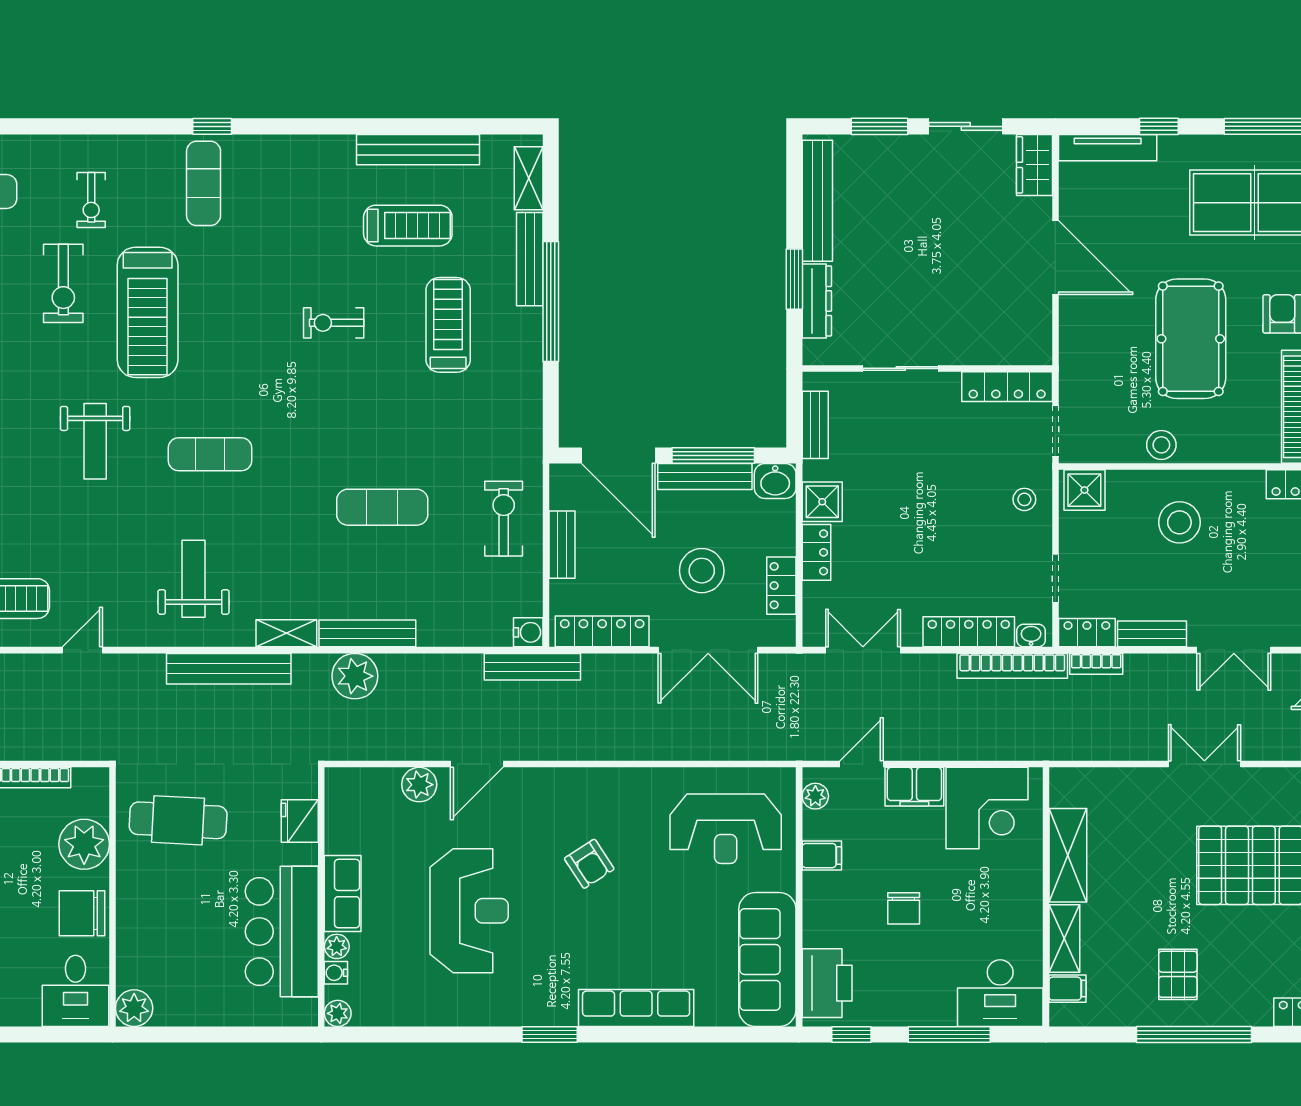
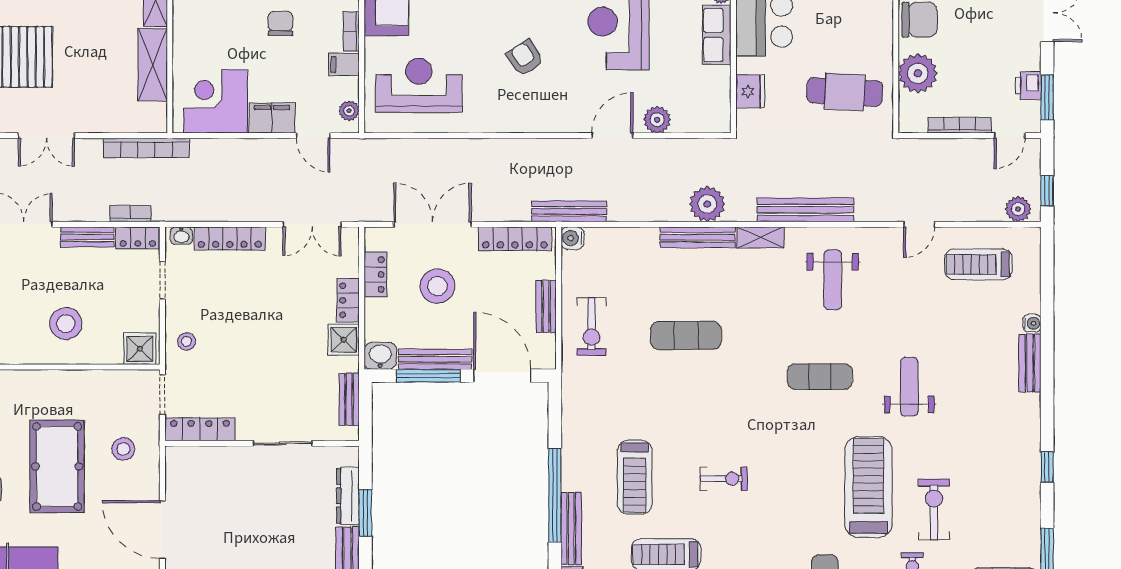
stool: (1161, 445) -> (123, 449), moved
bookcase: (1012, 666) -> (146, 148), moved, turned 180
door: (861, 764) -> (313, 136), hinge flipped
bookcase: (812, 898) -> (351, 31), added

